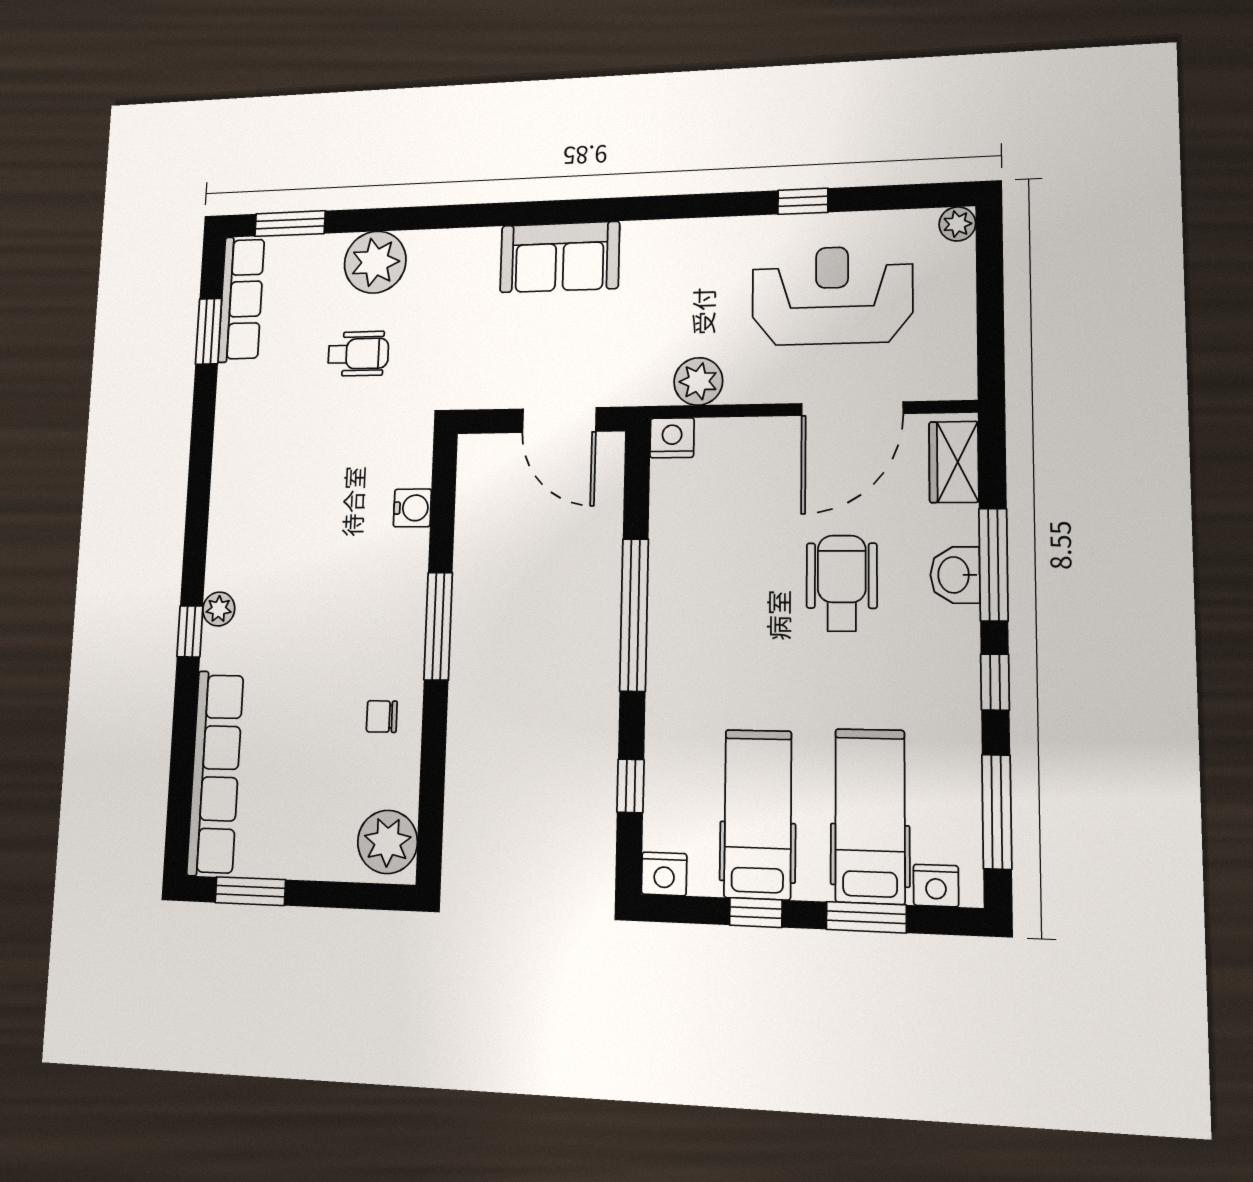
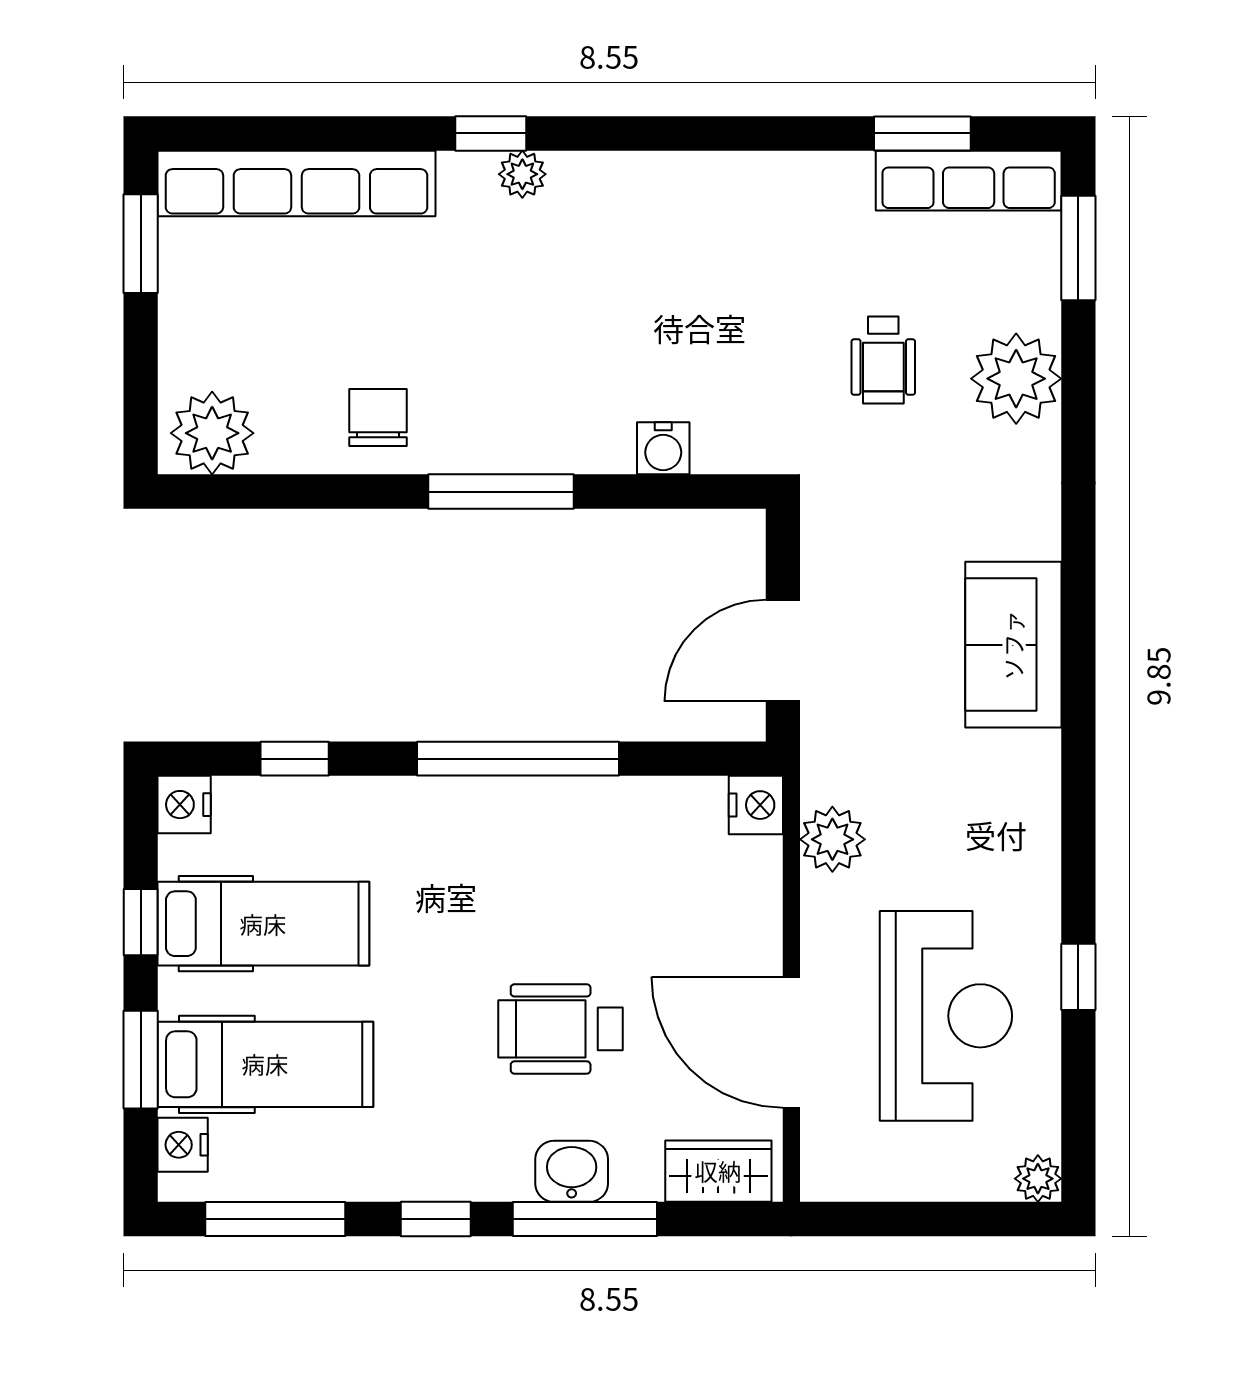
wheelchair: (842, 583) -> (561, 1029), turned 180
chair: (382, 716) -> (378, 418), width x1.37, depth x1.37

